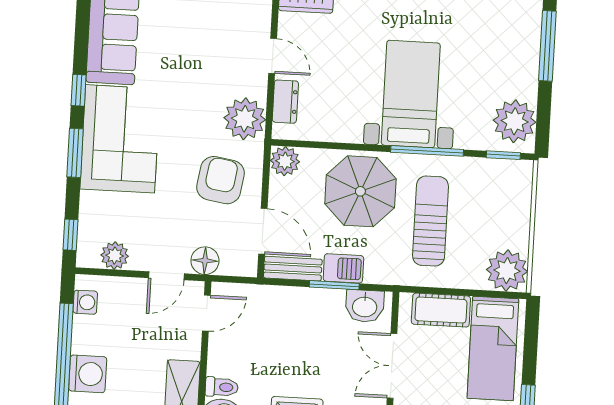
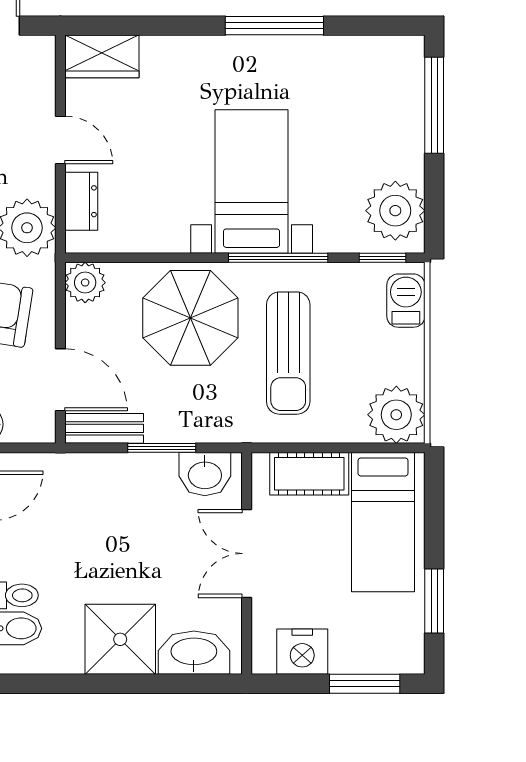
sun lounger: (431, 221) -> (288, 353), turned 180
barbecue: (343, 268) -> (406, 301), moved, turned -90

